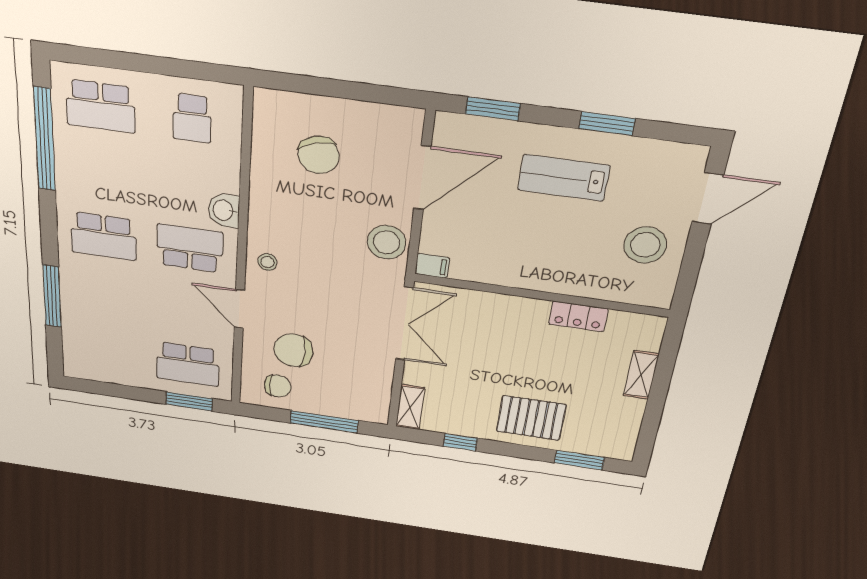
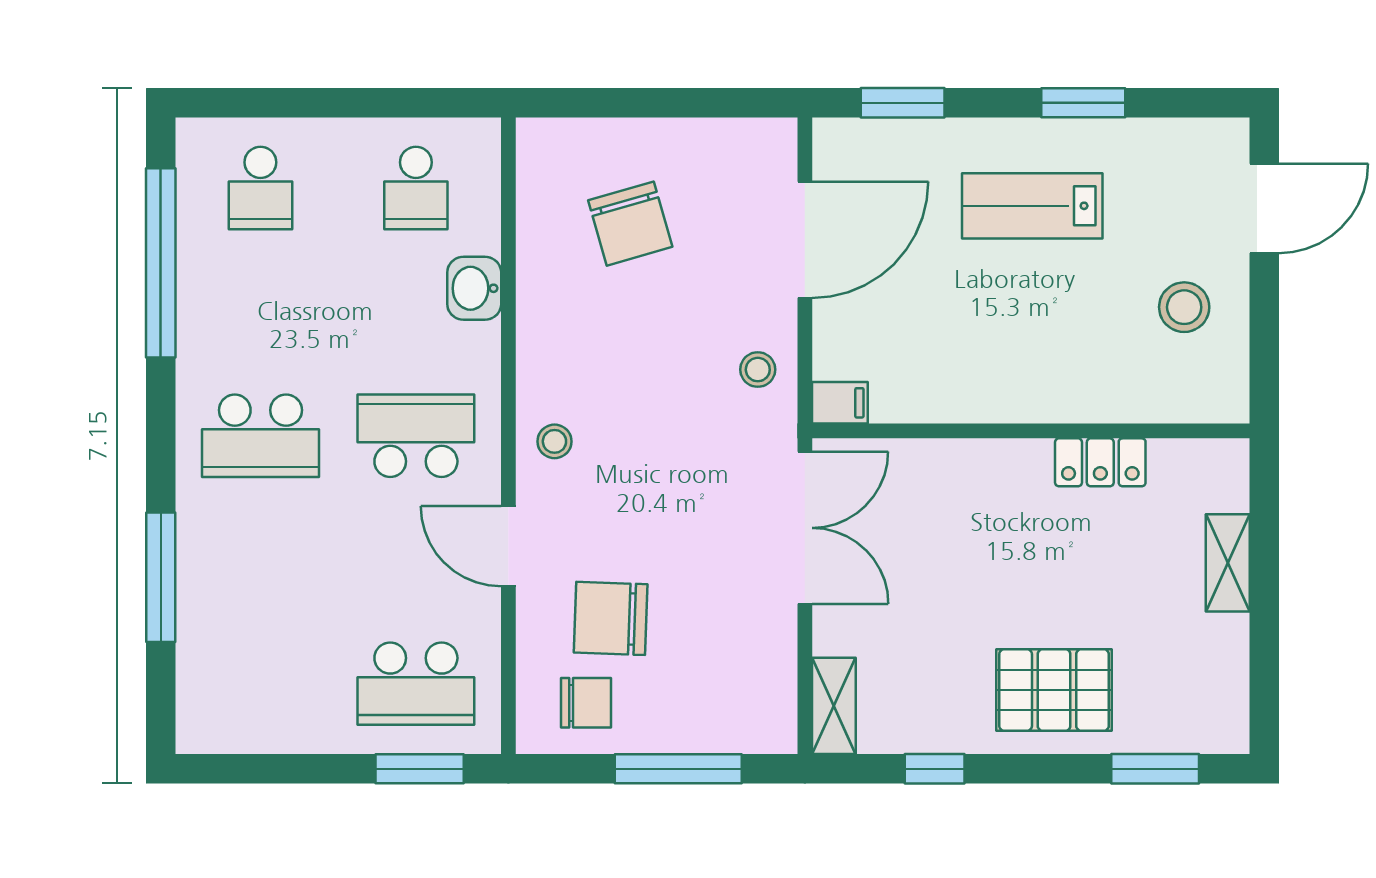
school desk: (101, 106) -> (260, 188), width x0.54
washbasin: (224, 210) -> (474, 288), moved
stool: (387, 242) -> (758, 370), width x0.53, depth x0.53
stool: (645, 245) -> (1184, 307), width x0.73, depth x0.73

